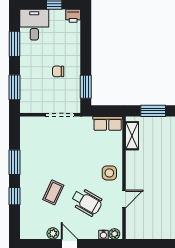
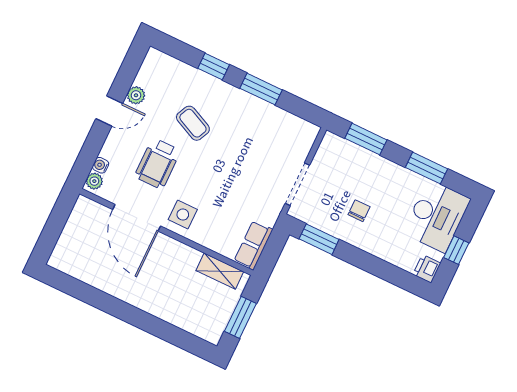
desk: (34, 25) -> (437, 216), width x1.37
door: (124, 199) -> (137, 218), width x1.88
wheelchair: (87, 202) -> (157, 164), turned -30

